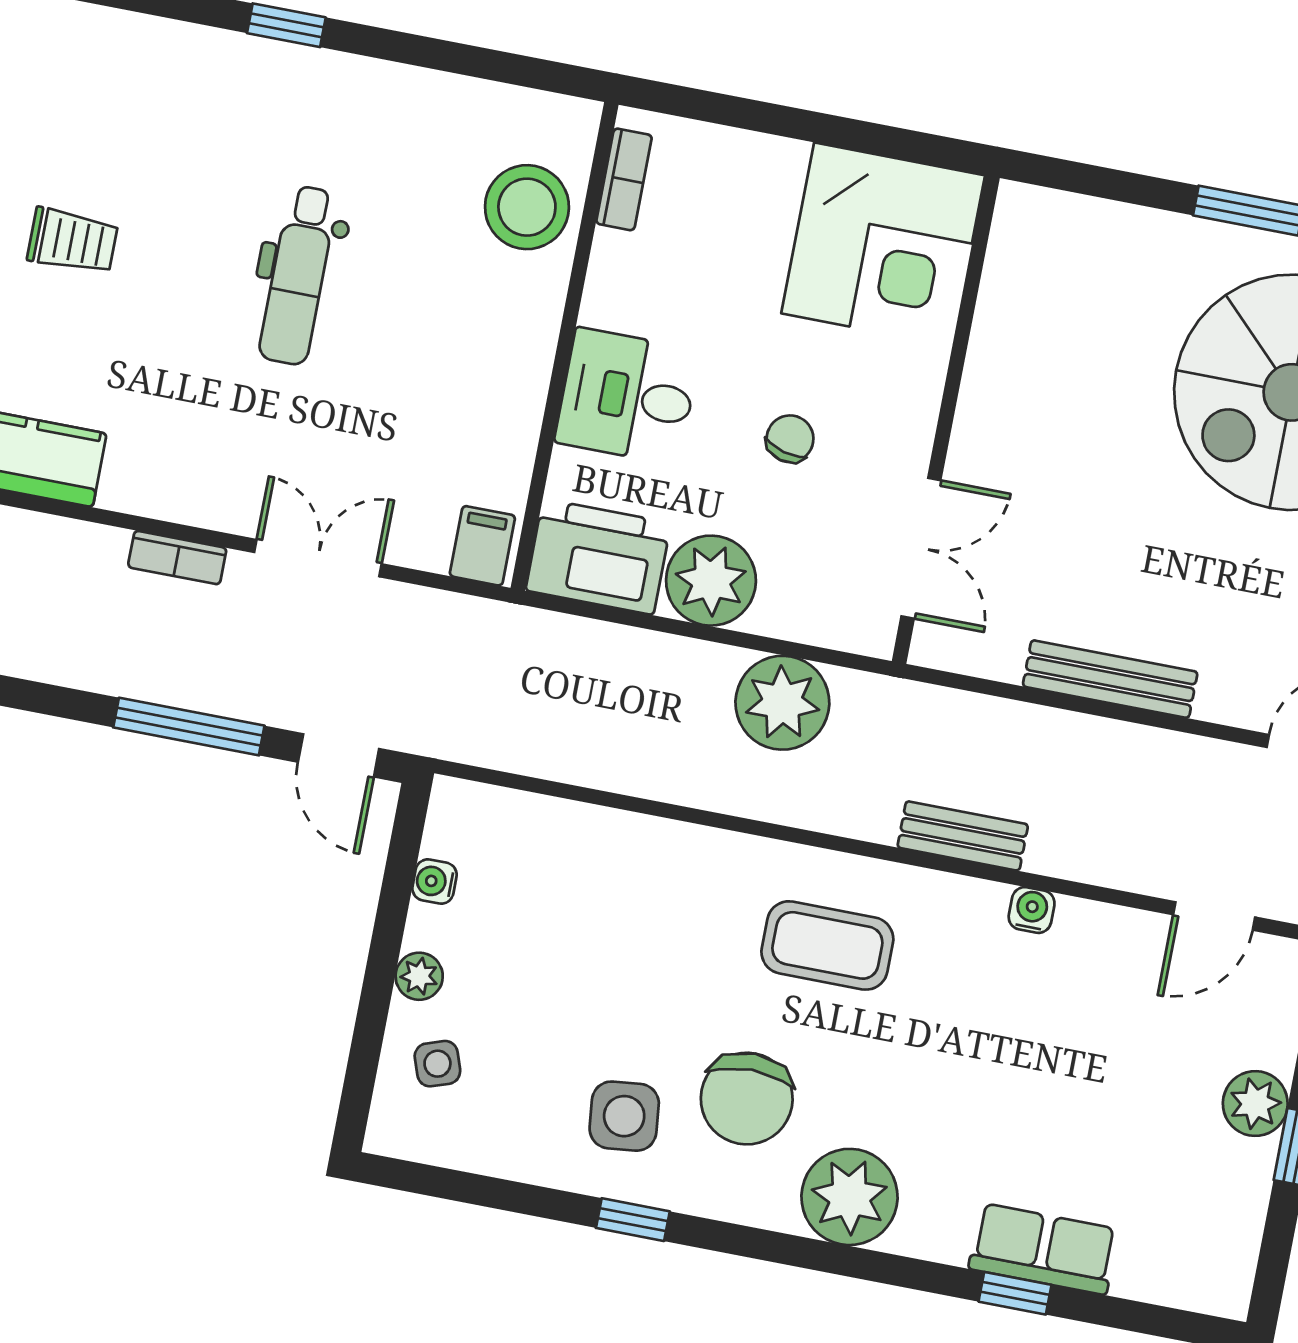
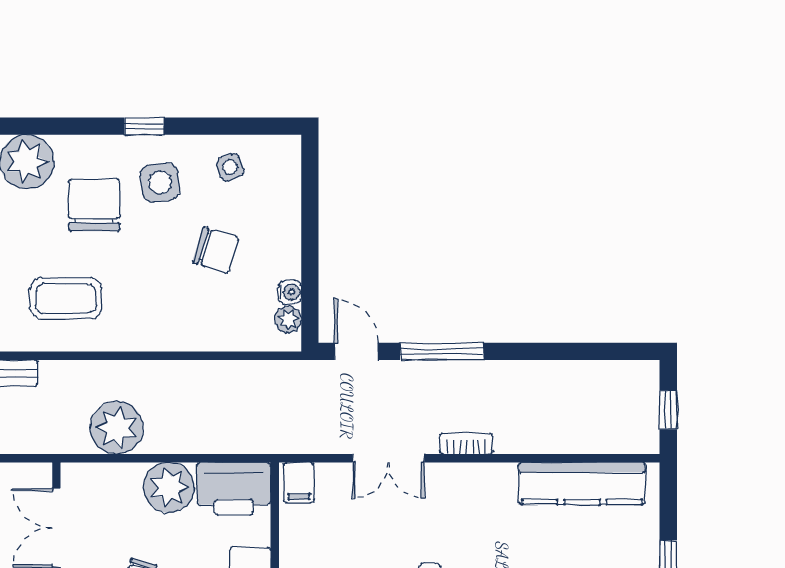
plant: (419, 976) -> (288, 320), moved
chair: (550, 980) -> (216, 250), added
side table: (437, 1064) -> (230, 167), moved

